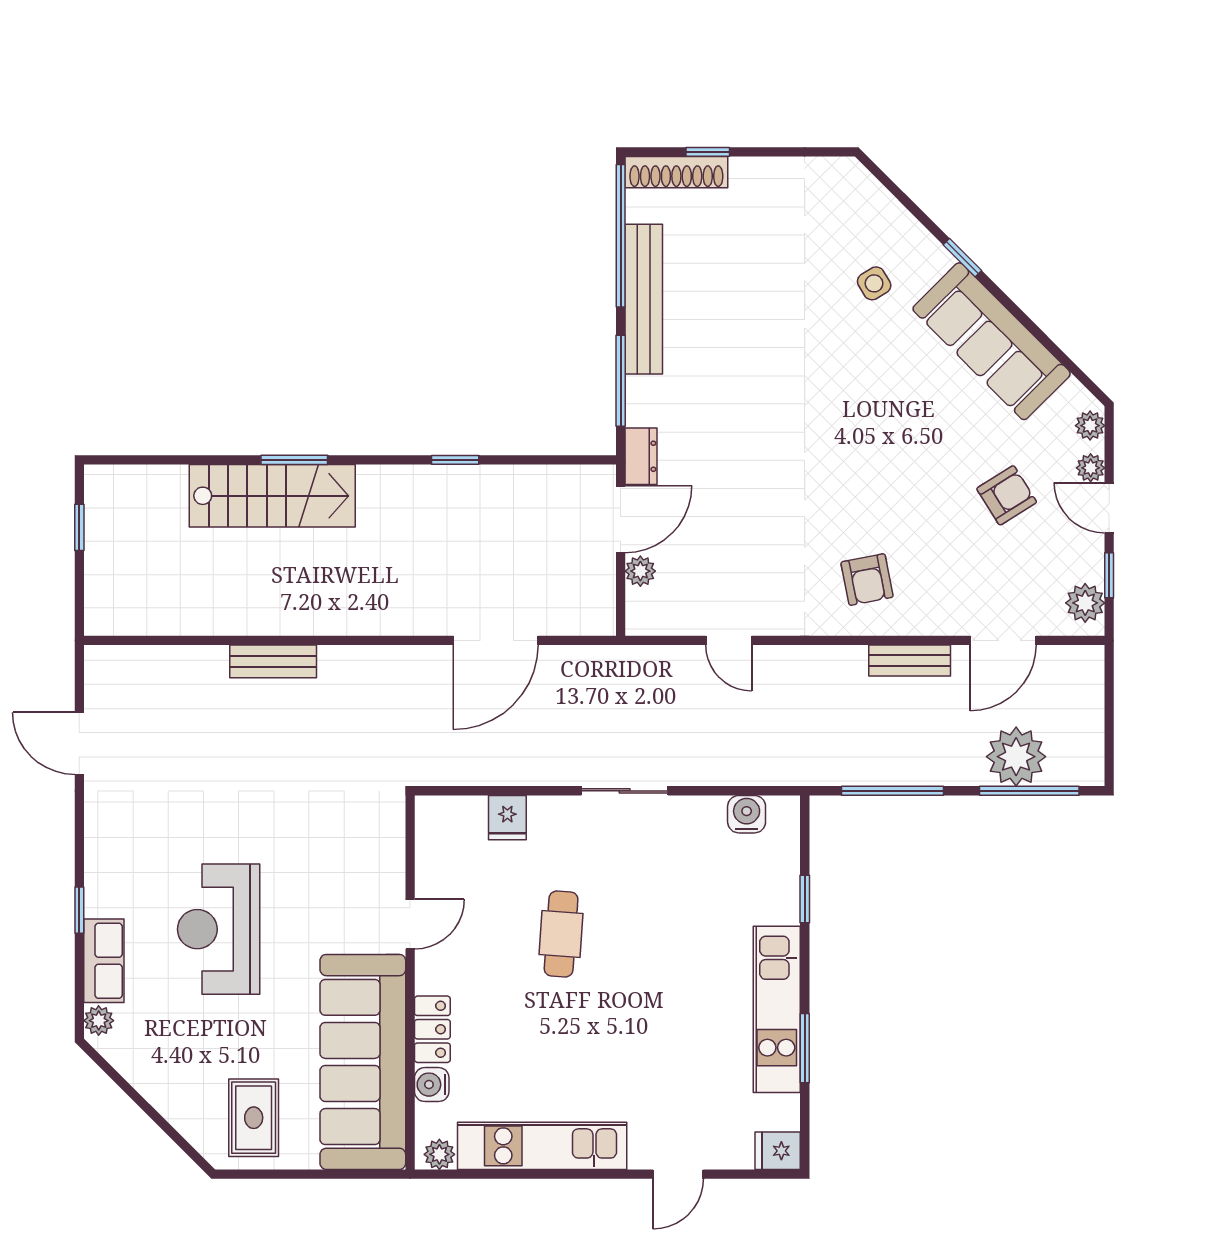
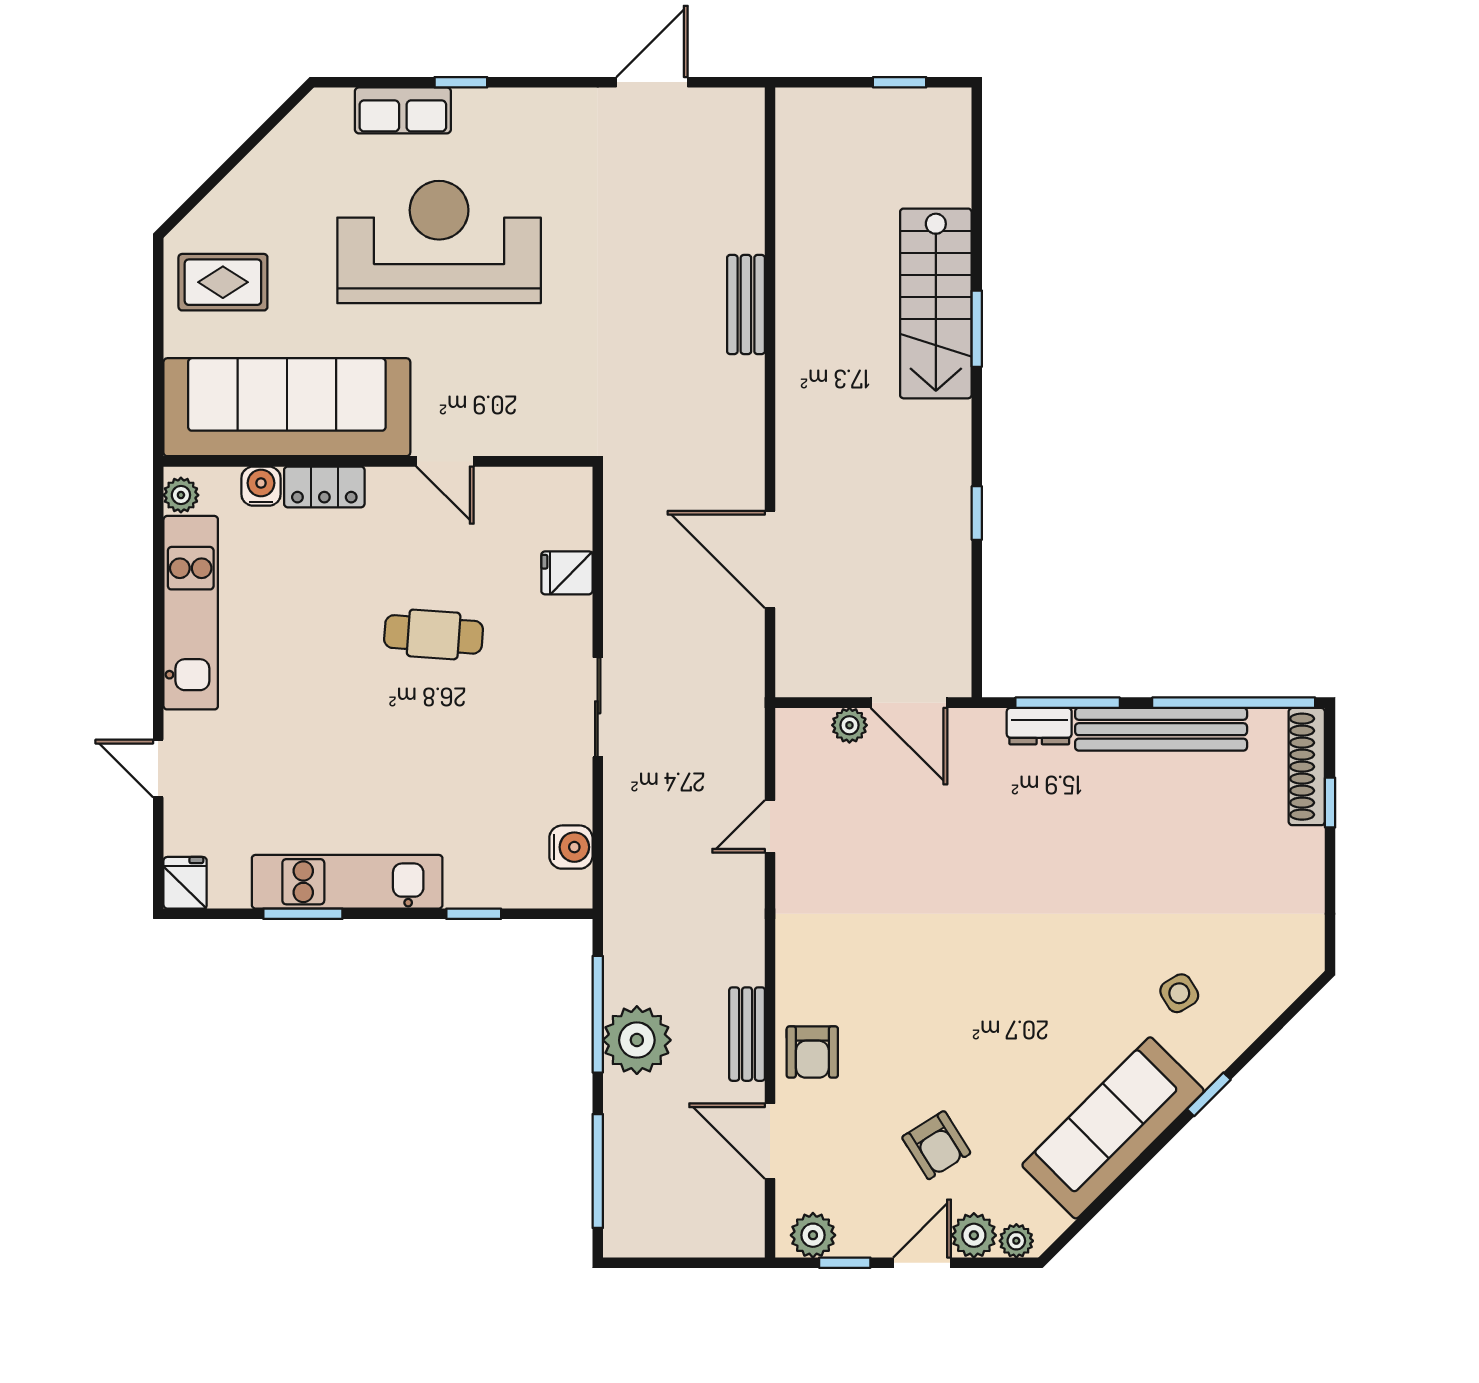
dresser: (641, 456) -> (1039, 726), moved
plant: (1091, 468) -> (974, 1235), width x1.38, depth x1.38
armchair: (867, 580) -> (812, 1052), moved, turned -79
plant: (1016, 757) -> (637, 1040), moved
reception desk: (219, 929) -> (439, 242), width x1.36, depth x1.30
plant: (99, 1021) -> (334, 105), removed

